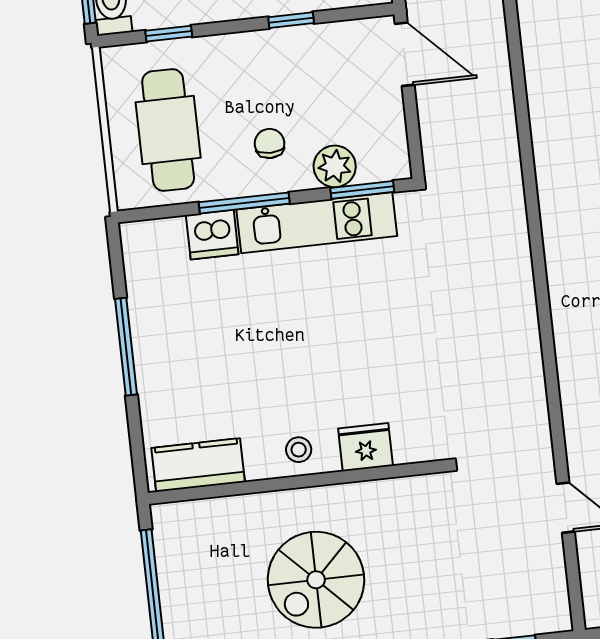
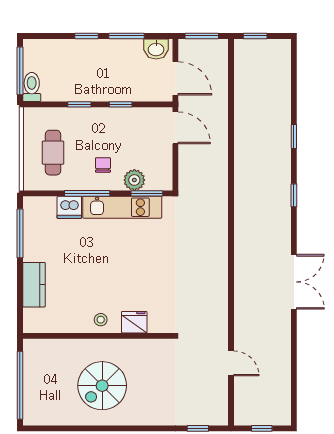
window: (169, 34) -> (79, 104), moved
cafe table: (168, 130) -> (53, 153), width x0.73, depth x0.74
window: (126, 347) -> (20, 233), moved
kitchen counter: (198, 465) -> (34, 285), moved, turned 90

